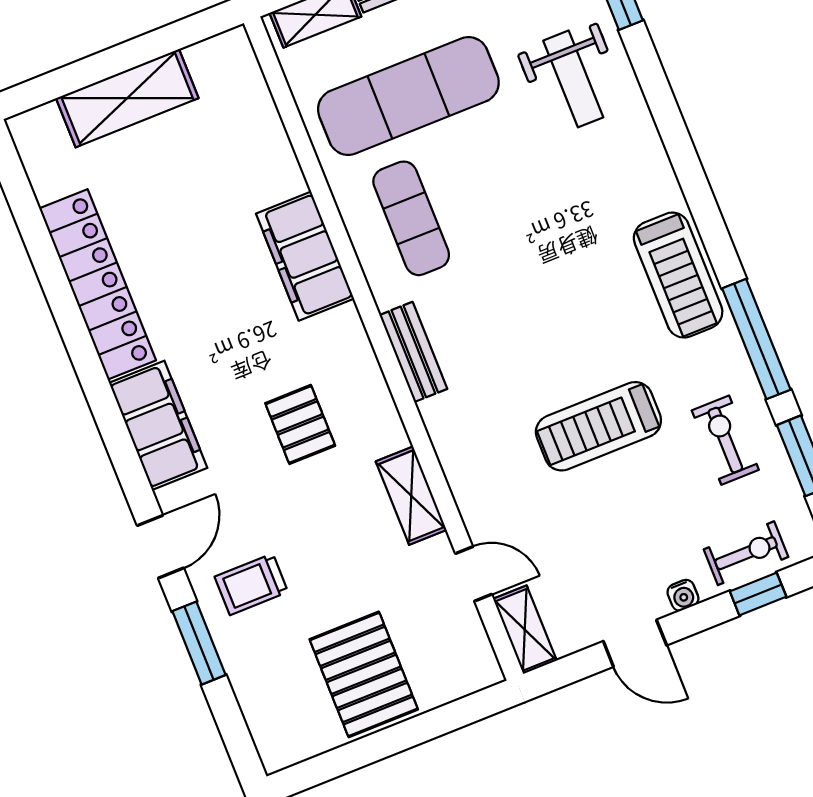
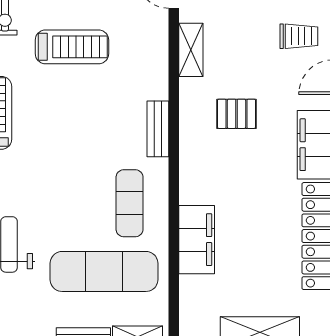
filing cabinet: (305, 256) -> (197, 240), moved
pallet: (300, 424) -> (237, 114), turned 90

